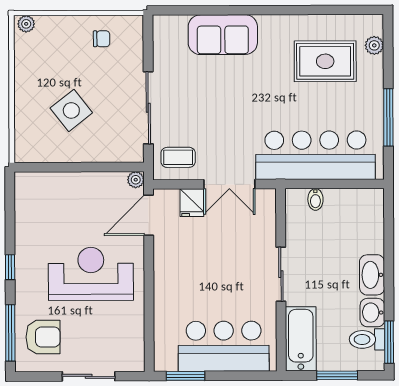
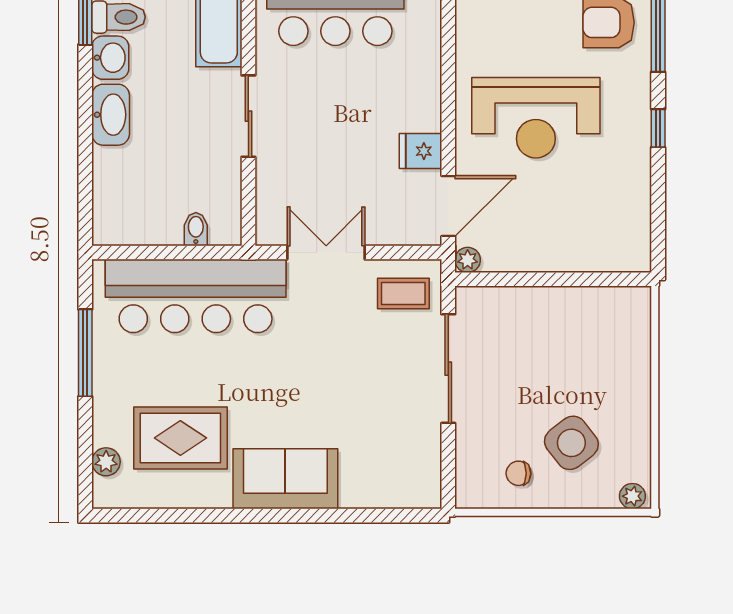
sofa: (223, 35) -> (285, 479), moved
side table: (71, 110) -> (571, 443), moved
fridge: (192, 203) -> (420, 151), moved, turned -90

